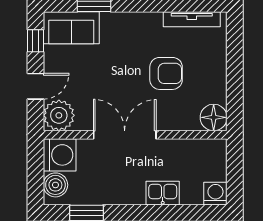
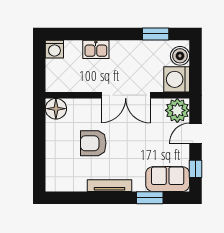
tv unit: (192, 19) -> (109, 186), moved

